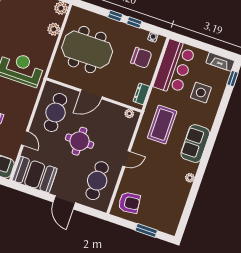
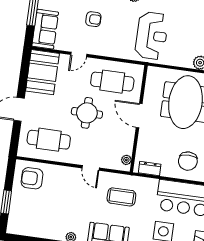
coffee table: (162, 125) -> (121, 197), width x0.73, depth x0.76
door: (126, 159) -> (91, 168), moved
armchair: (129, 203) -> (32, 178), turned 97

